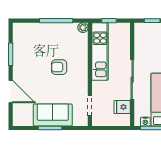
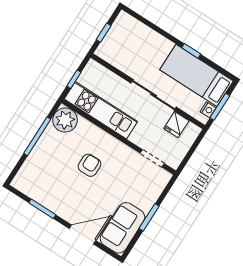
plant: (83, 28) -> (65, 120), width x1.87, depth x1.87
armchair: (59, 67) -> (90, 165), turned 180
sofa: (53, 115) -> (122, 228), moved

